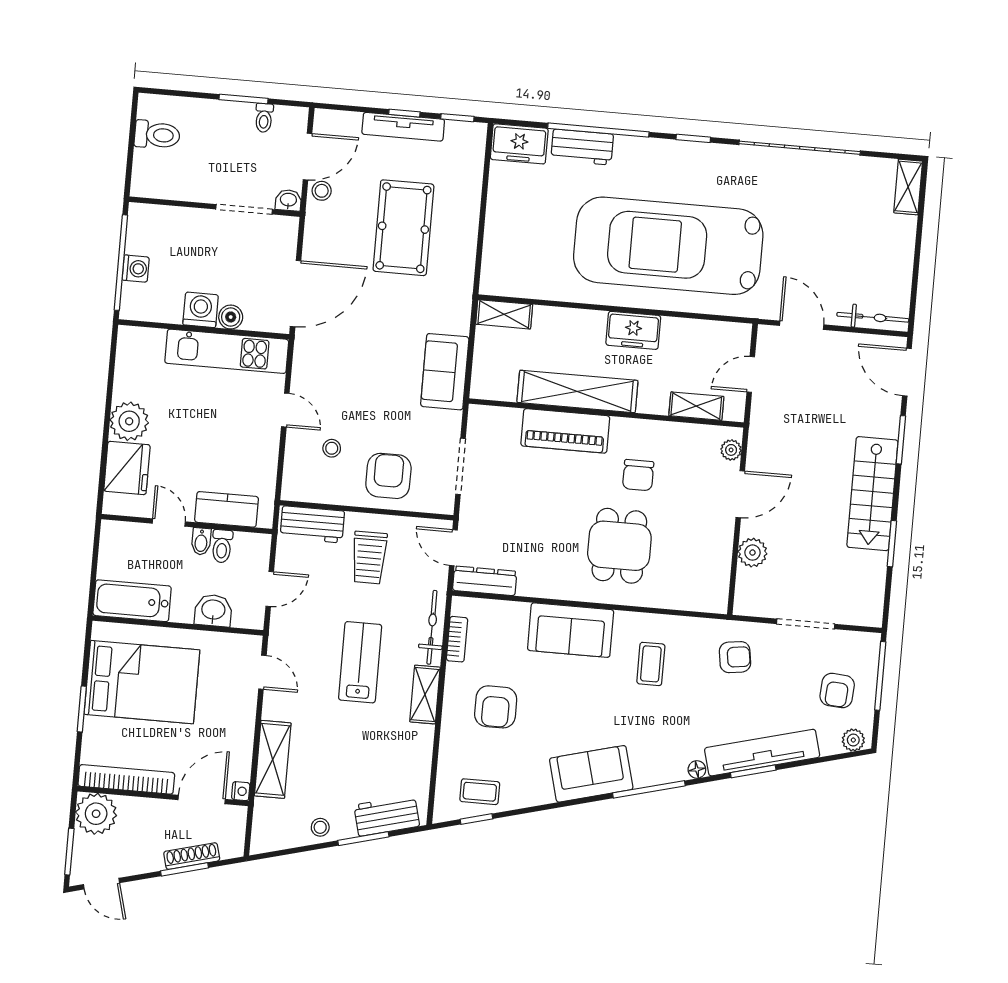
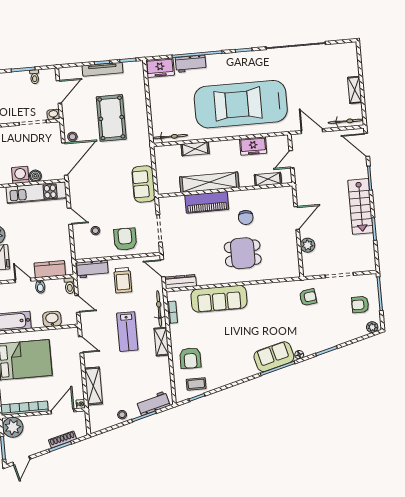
shelving: (908, 187) -> (355, 90), moved
stool: (322, 191) -> (72, 137), moved
bicycle: (515, 286) -> (170, 137), added
shelving: (504, 314) -> (195, 149), moved
freezer: (633, 330) -> (253, 146), moved
plant: (731, 450) -> (288, 197), removed
toilet: (222, 546) -> (70, 286), moved
dining table: (619, 546) -> (243, 253), turned 90
door: (270, 589) -> (77, 304), hinge flipped
sofa: (571, 630) -> (219, 299), width x1.36
lab bench: (360, 662) -> (127, 332), turned 180
coffee table: (651, 664) -> (268, 308), removed
armchair: (837, 691) -> (360, 305), turned 86
armchair: (496, 707) -> (190, 358), moved
tv unit: (762, 753) -> (329, 341), removed
sofa: (591, 774) -> (274, 357), moved
door: (102, 884) -> (21, 461), hinge flipped

